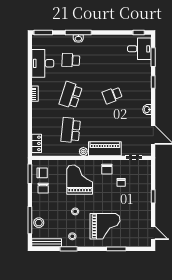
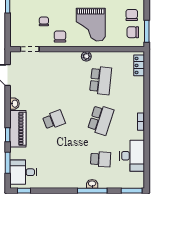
piano: (105, 149) -> (18, 129), moved, turned -90

